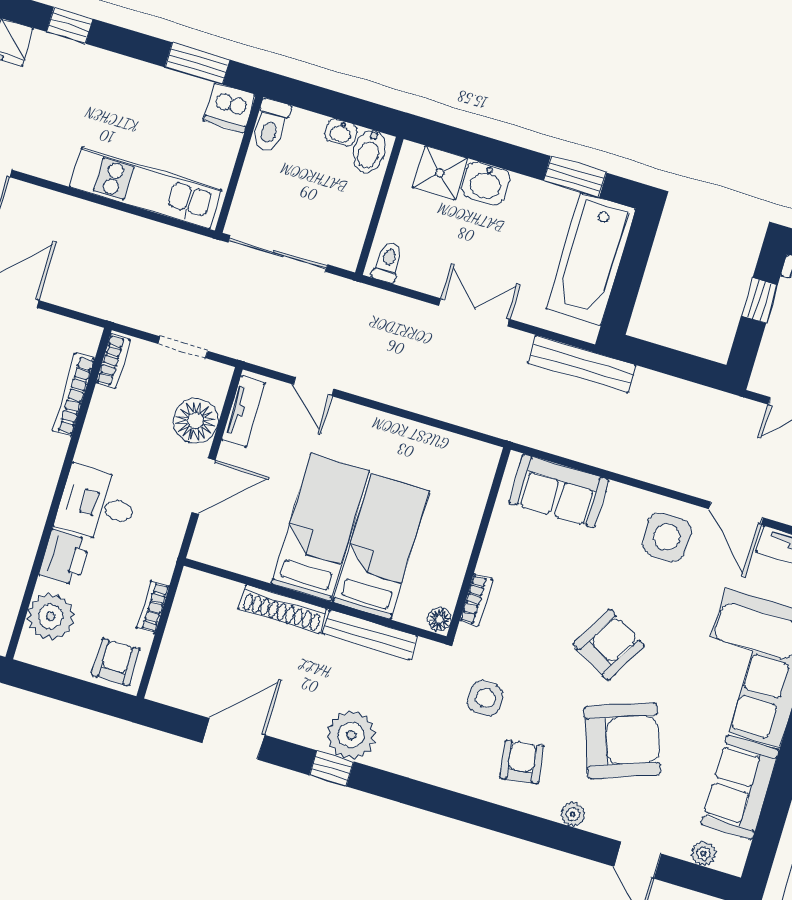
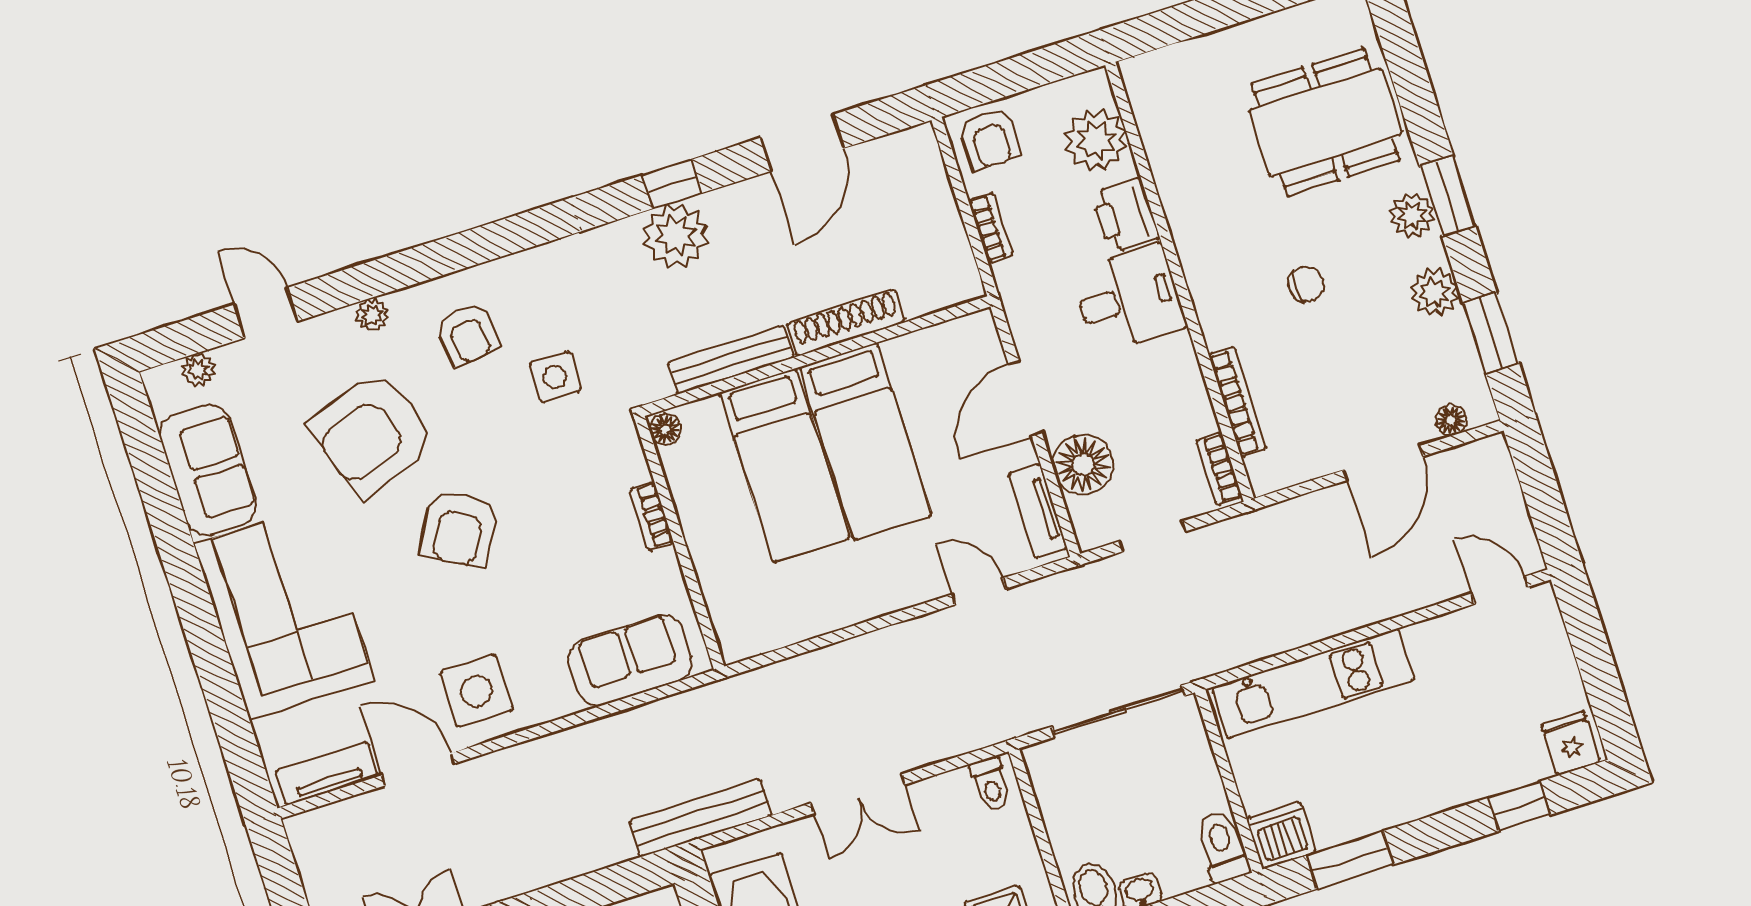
bookcase: (476, 600) -> (652, 516), moved

